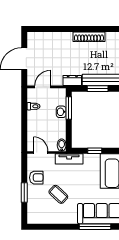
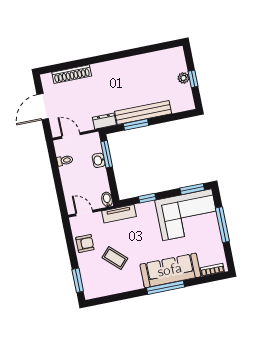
shoe rack: (89, 37) -> (72, 74), moved
door: (43, 87) -> (71, 136), hinge flipped
window: (24, 193) -> (78, 280), moved

